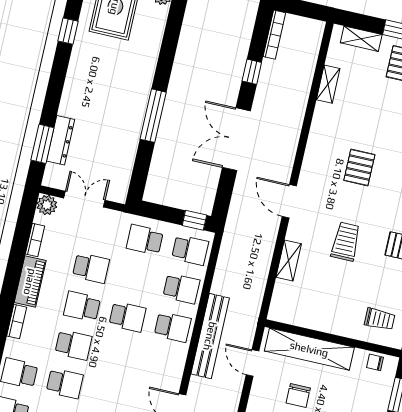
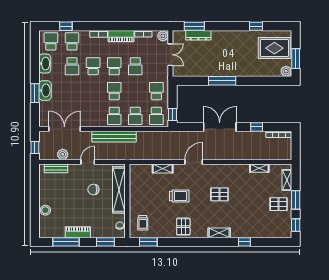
school desk: (127, 317) -> (114, 91), turned 180
school desk: (73, 345) -> (93, 66), turned 180
door: (253, 363) -> (88, 162), moved

